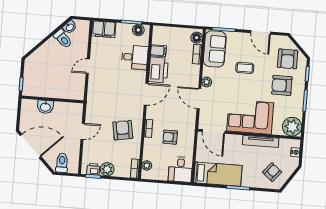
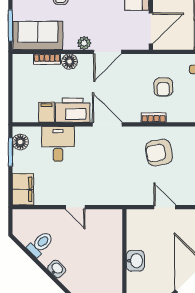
washbasin: (70, 27) -> (57, 269), moved
floor lamp: (197, 38) -> (70, 61), moved

